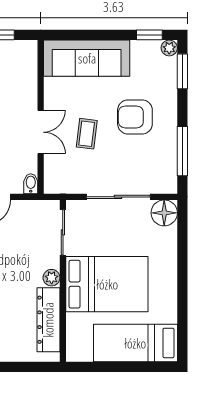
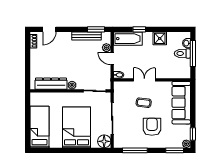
double door: (41, 132) -> (144, 80), swing flipped
bed: (107, 284) -> (77, 127), moved, turned 180

